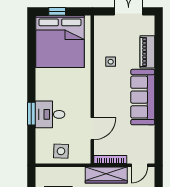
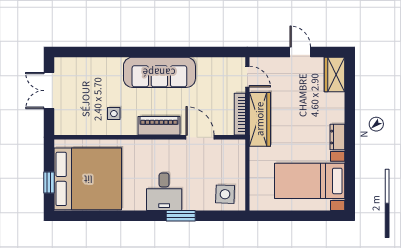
piano: (147, 52) -> (159, 126), moved, turned 180
desk: (50, 114) -> (164, 192), moved
side table: (61, 151) -> (225, 194), moved

